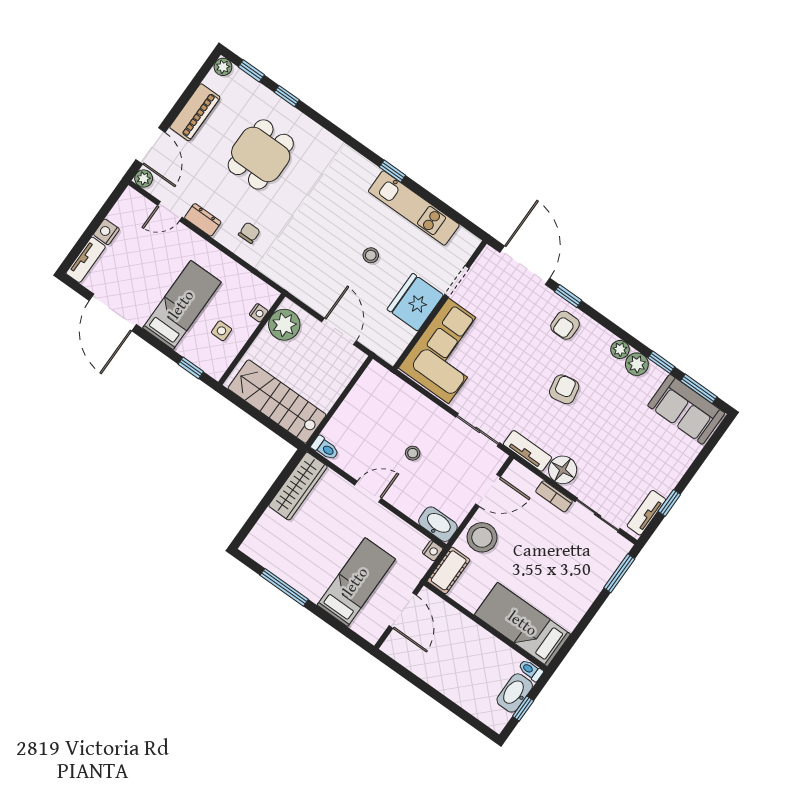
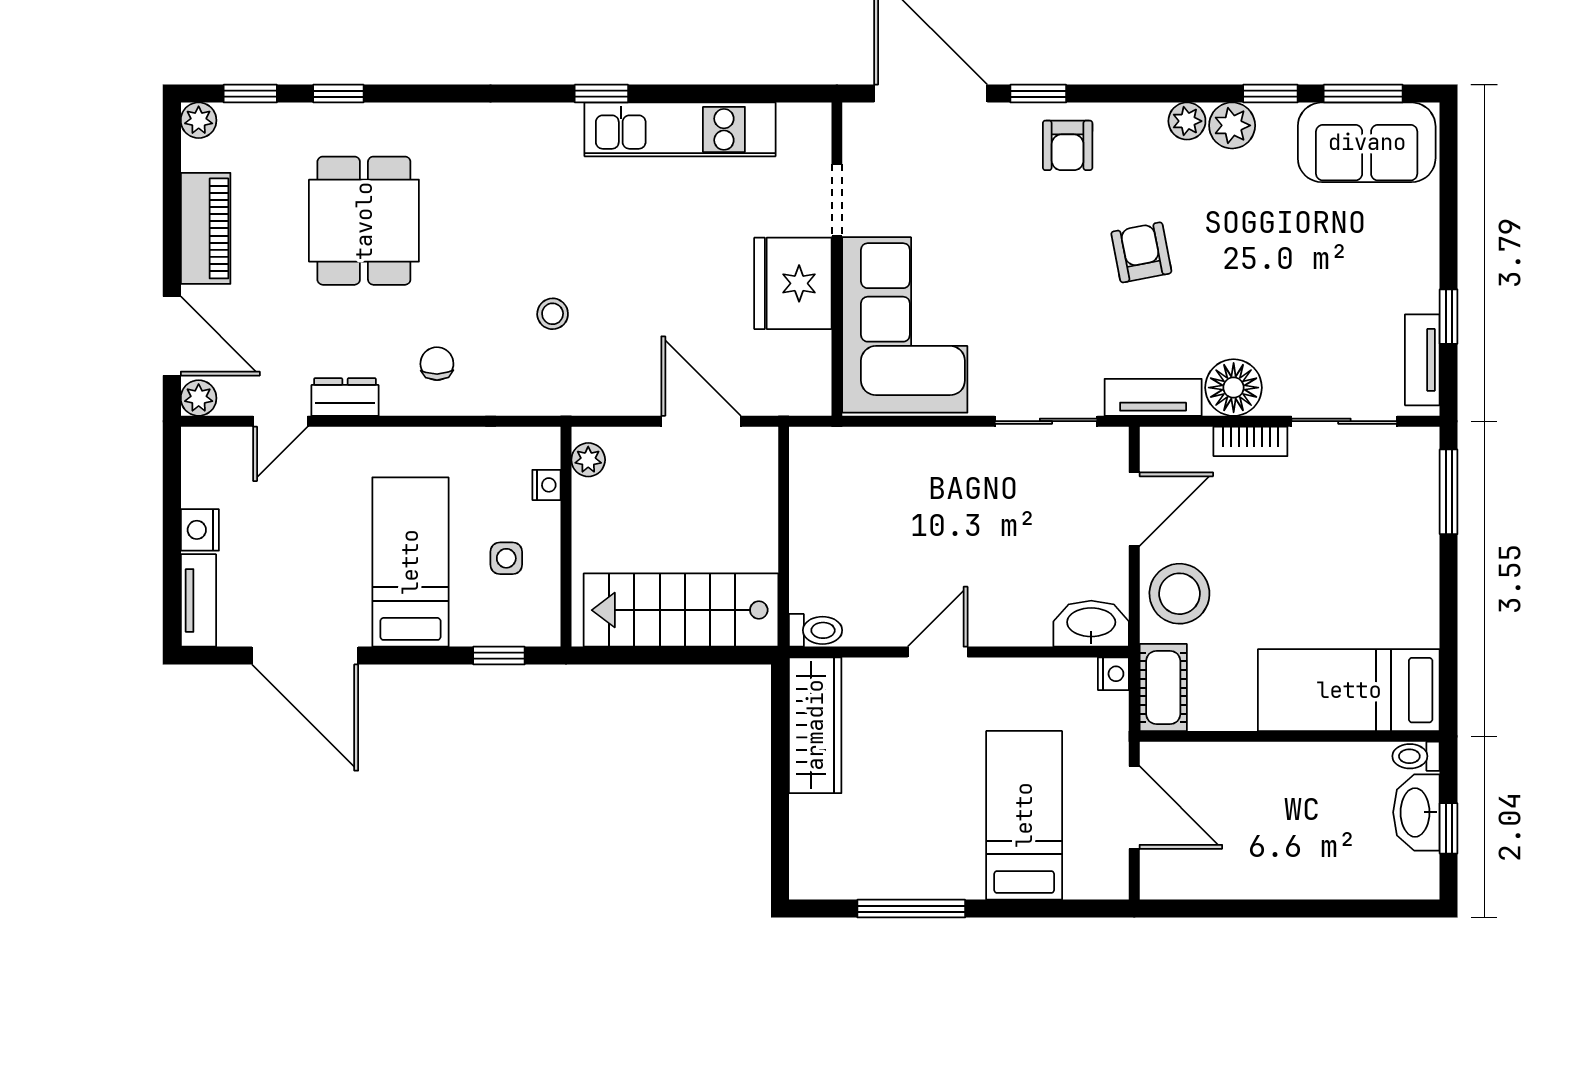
stool: (371, 255) -> (553, 314), moved
plant: (284, 325) -> (588, 460), width x0.53, depth x0.53
stool: (413, 453) -> (966, 536), removed

